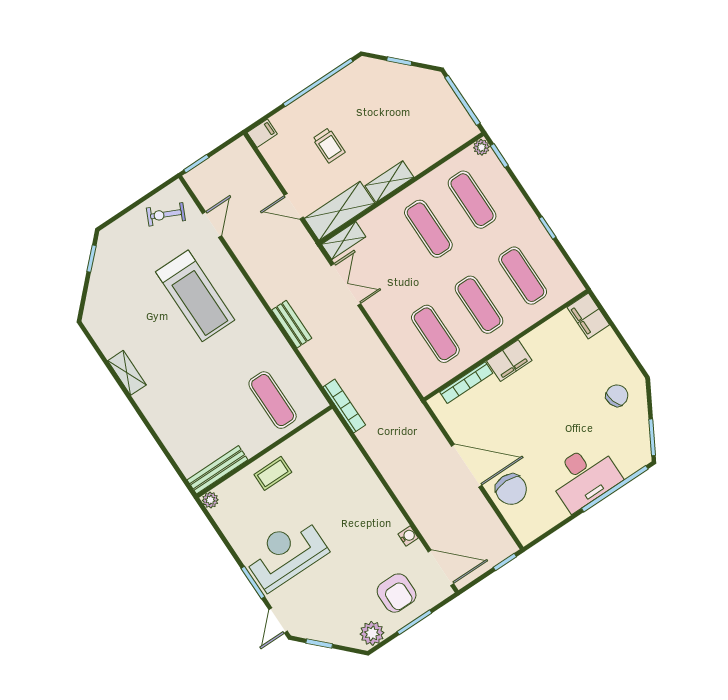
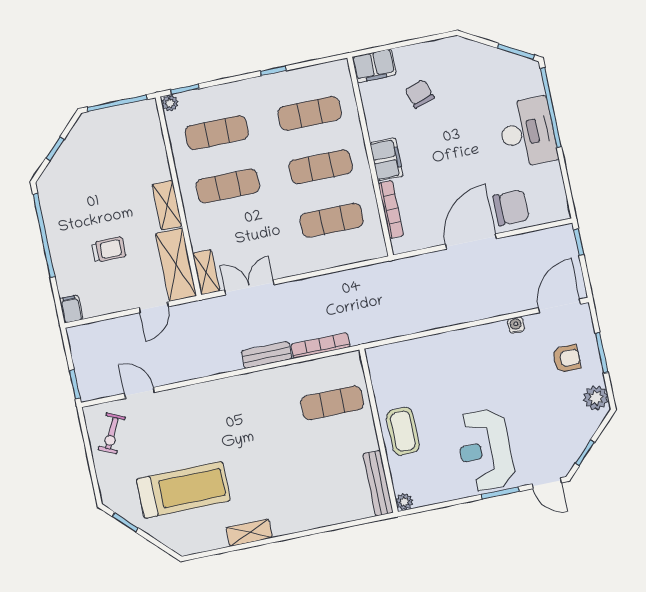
treadmill: (195, 296) -> (183, 490), moved
chair: (617, 396) -> (420, 94), moved
bookcase: (344, 406) -> (320, 346), moved
coffee table: (273, 473) -> (403, 431), width x1.36, depth x1.30
armchair: (397, 593) -> (566, 359), width x0.72, depth x0.72

